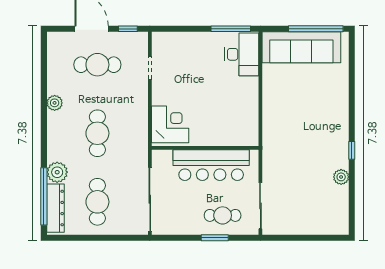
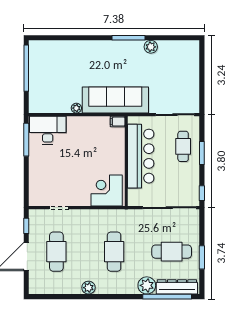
sofa: (301, 47) -> (115, 100), moved, turned -90
plant: (268, 88) -> (76, 108), added
cafe table: (97, 133) -> (114, 252), turned 90
filing cabinet: (252, 137) -> (118, 122), added
window: (352, 150) -> (128, 38), width x2.17
window: (91, 238) -> (202, 257), added
window: (167, 238) -> (202, 193), added

